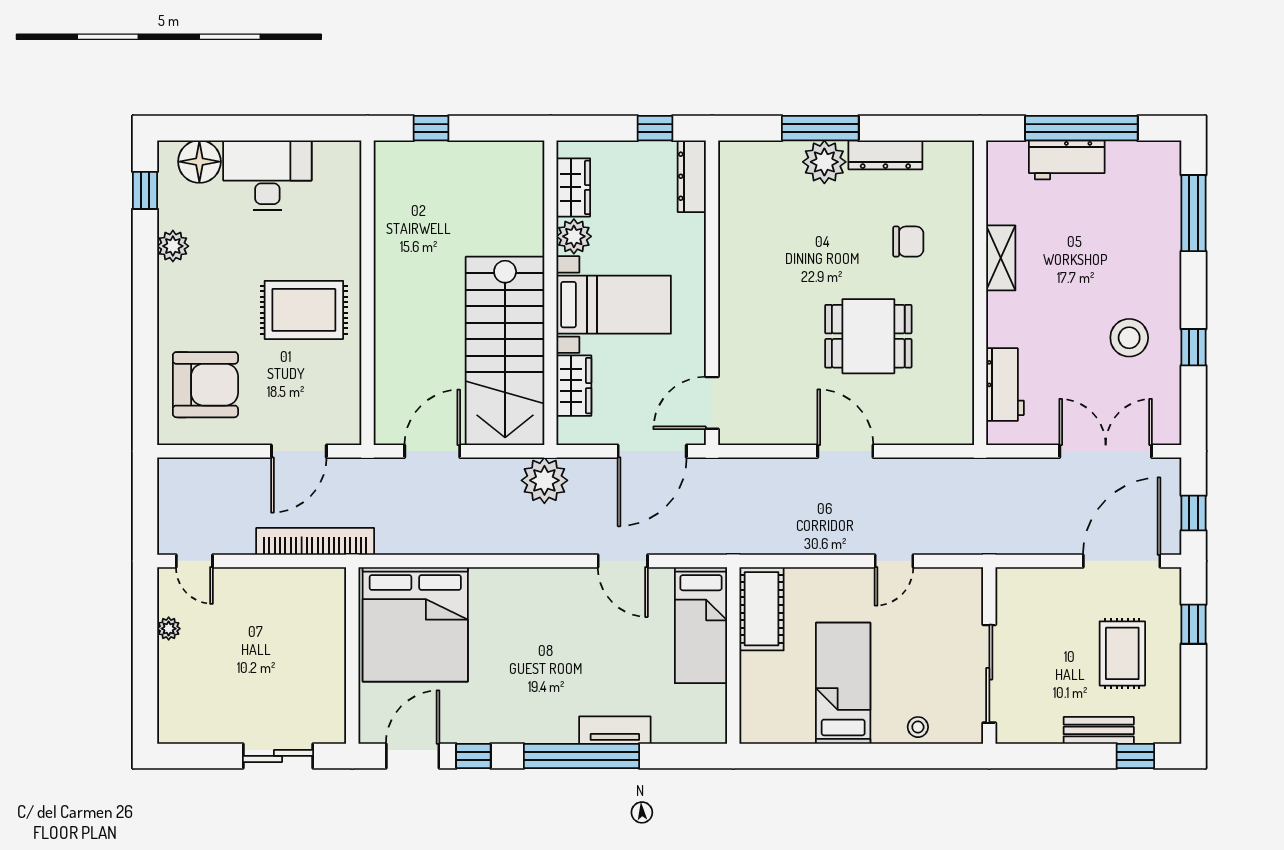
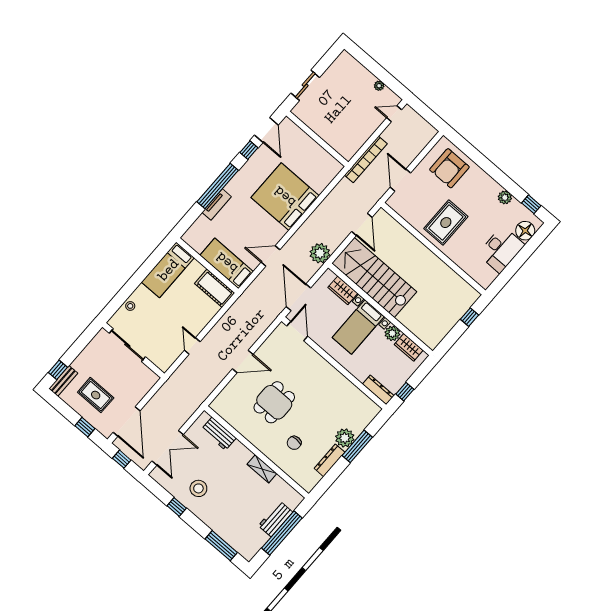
bed: (415, 624) -> (285, 197), moved
bed: (843, 683) -> (168, 270), moved, turned 90
bench: (1099, 730) -> (63, 381), moved

